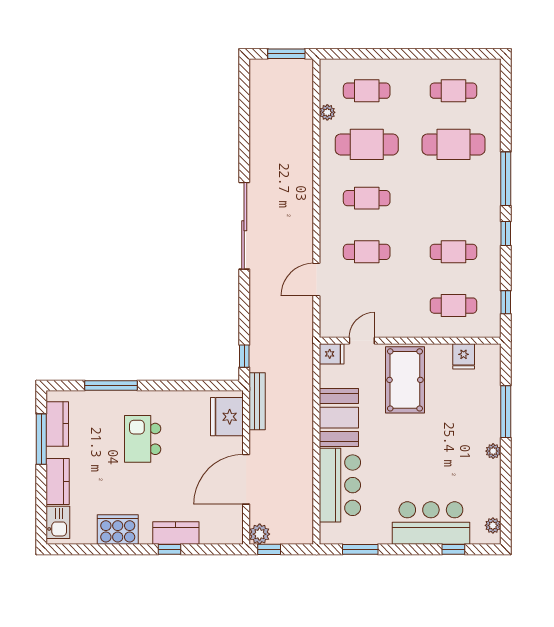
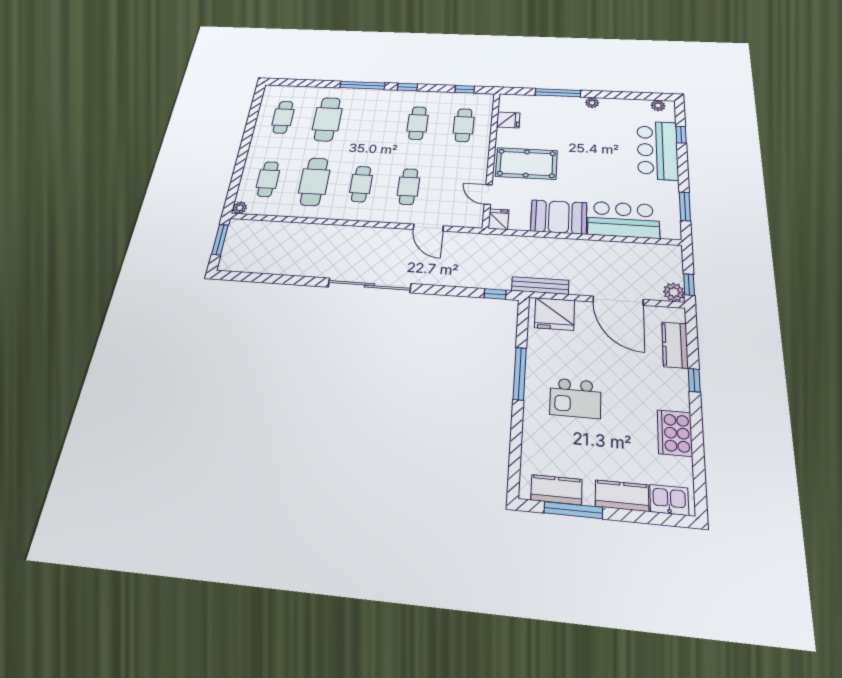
plant: (327, 112) -> (240, 208), moved
window: (111, 385) -> (520, 374), moved
kitchen counter: (176, 533) -> (675, 345), moved

